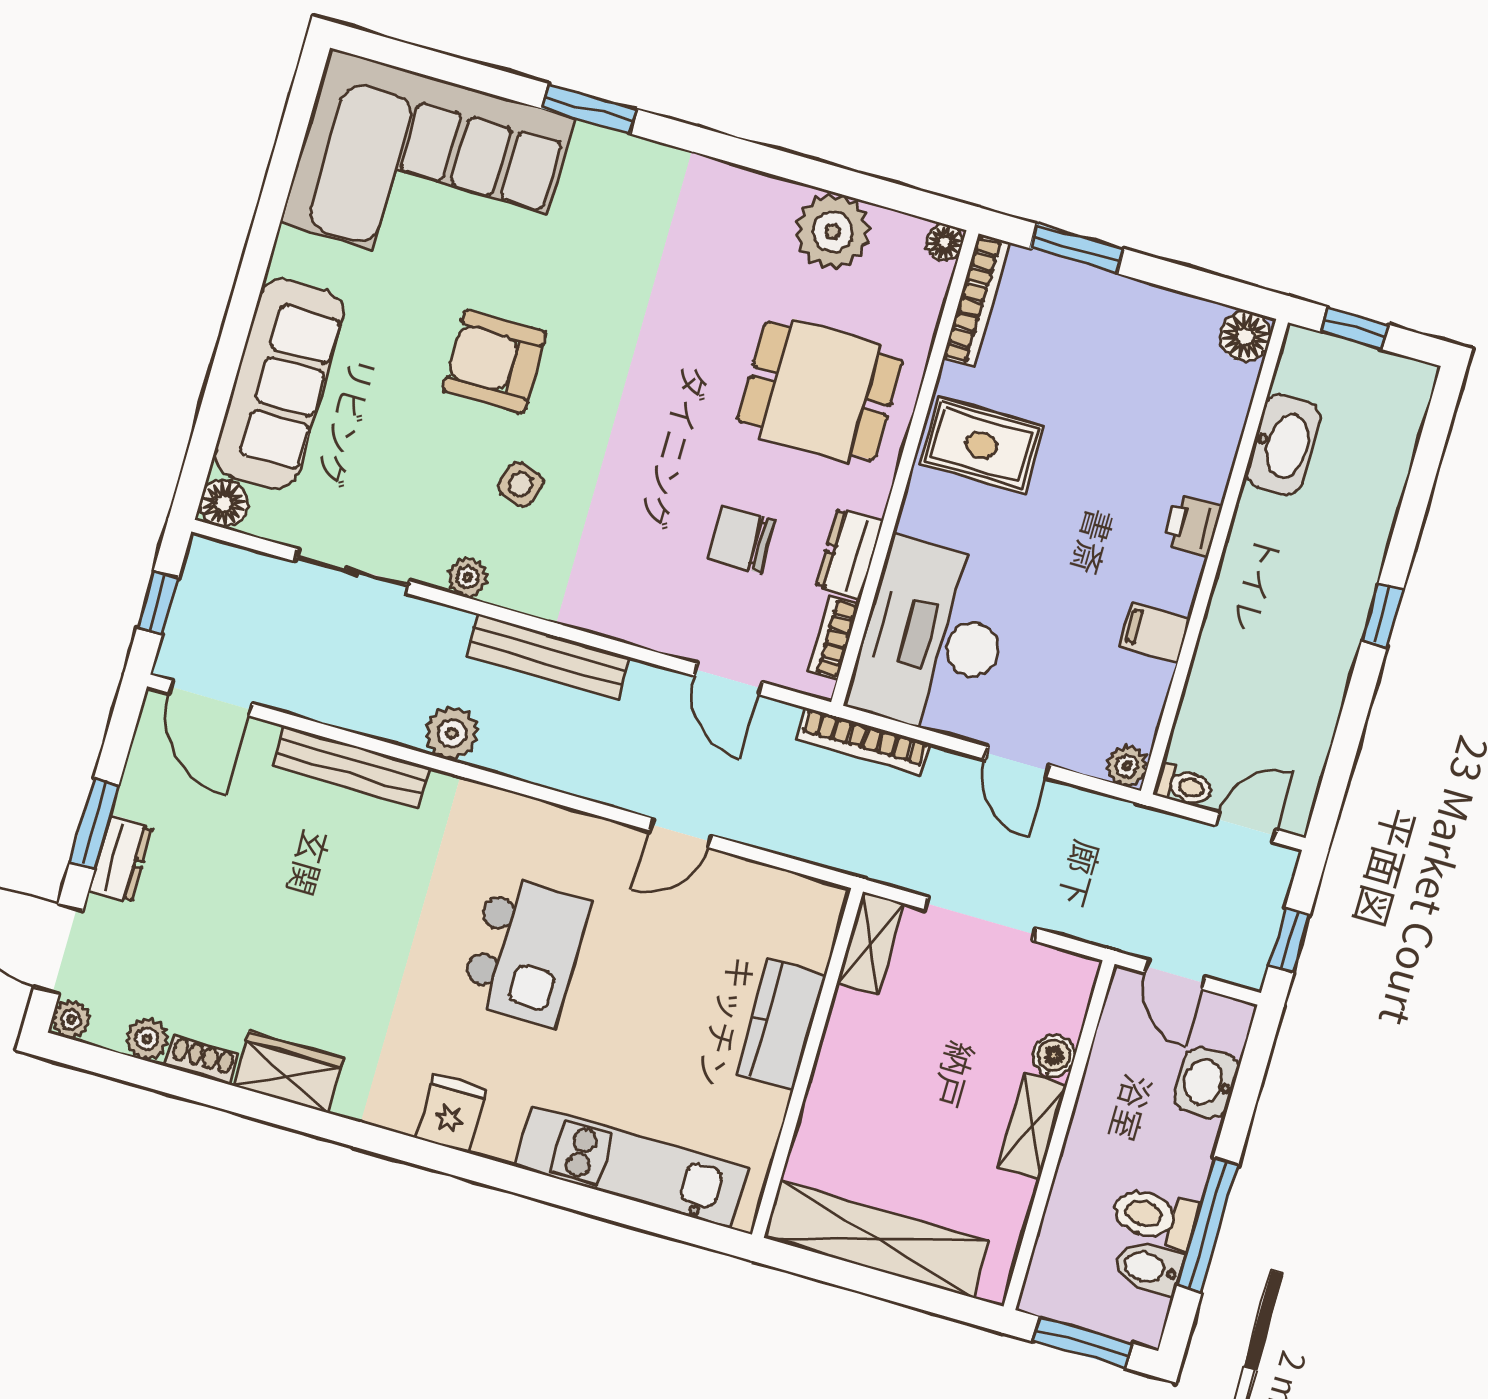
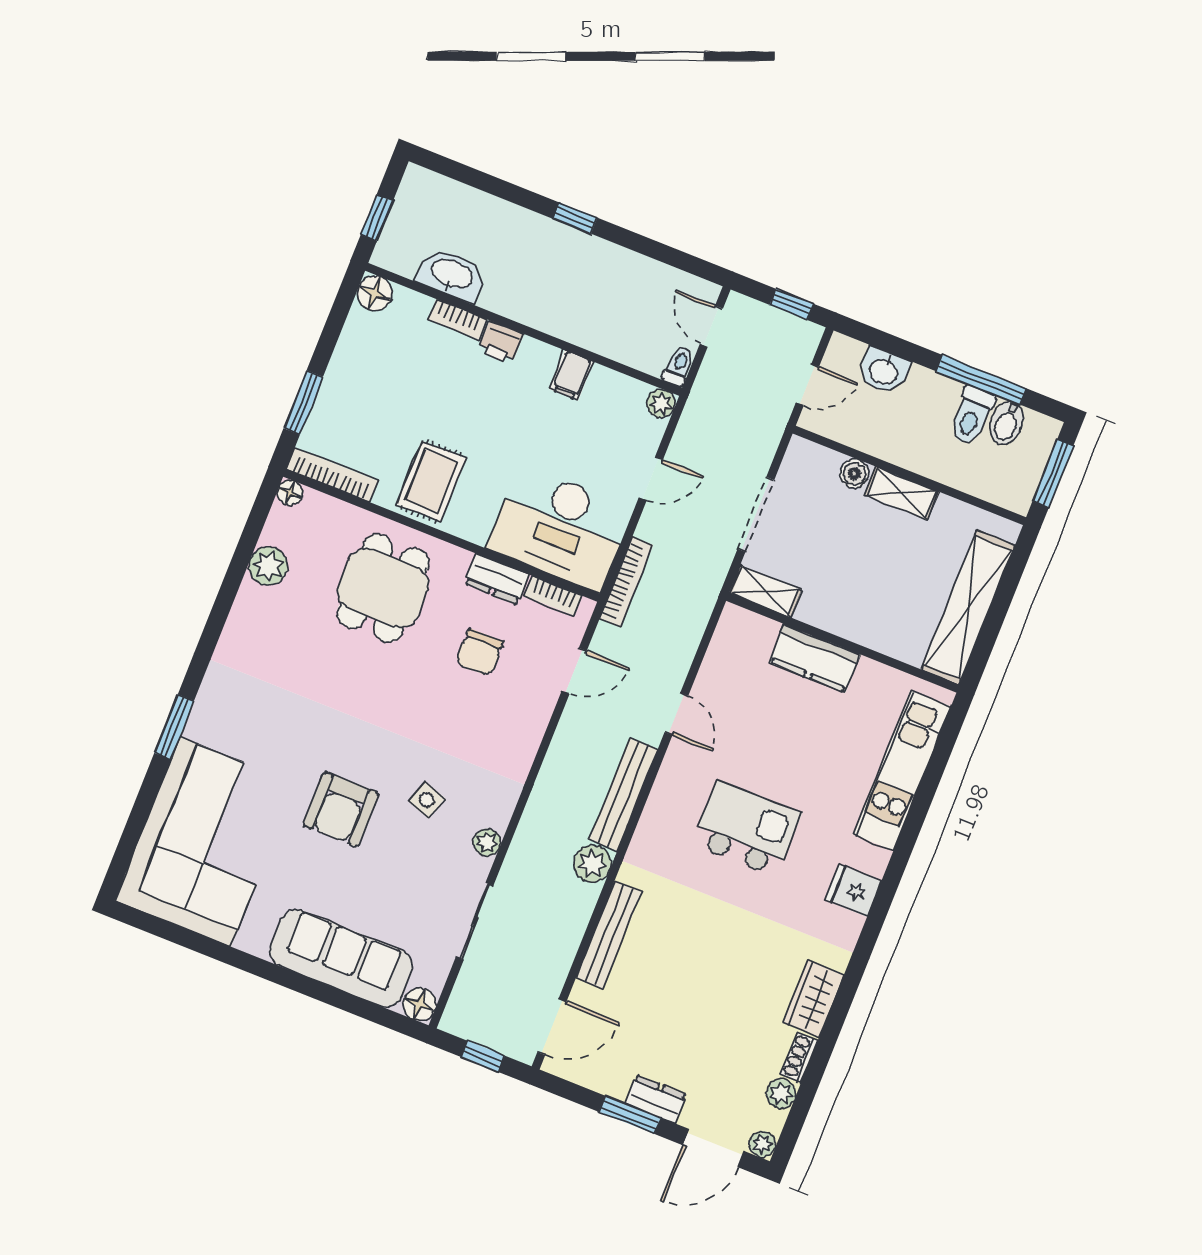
plant: (833, 232) -> (268, 566), width x0.73, depth x0.73
bookcase: (1219, 460) -> (458, 319), added
bench: (548, 657) -> (623, 795), moved

